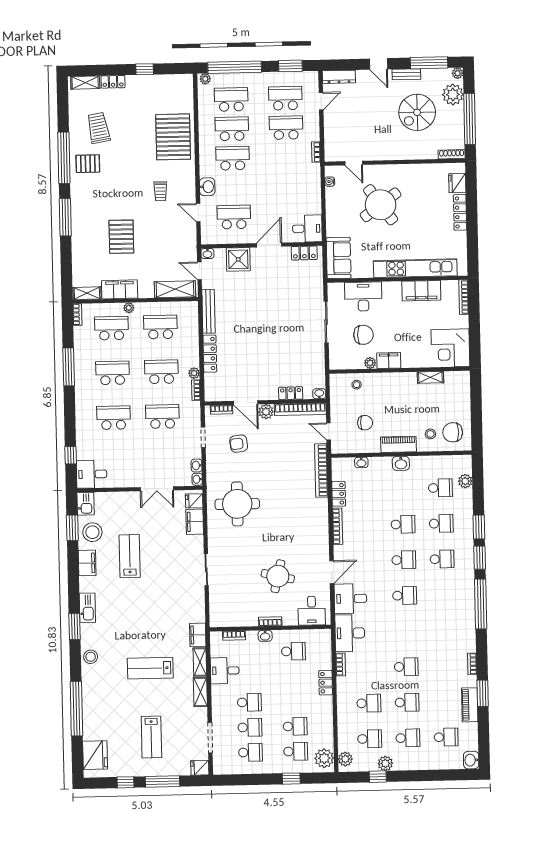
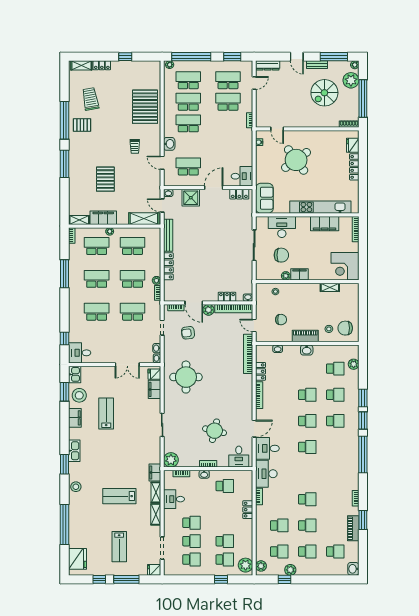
plant: (219, 617) -> (171, 460), added

